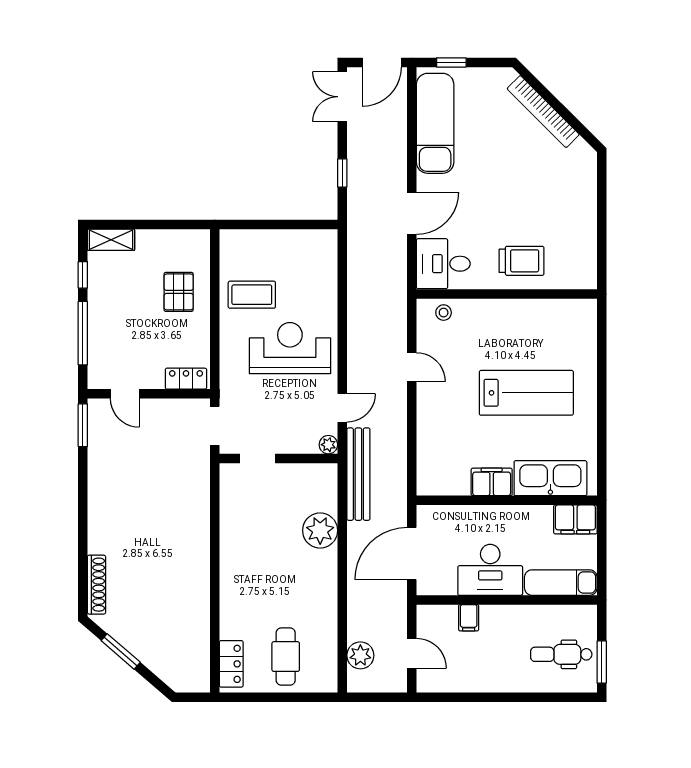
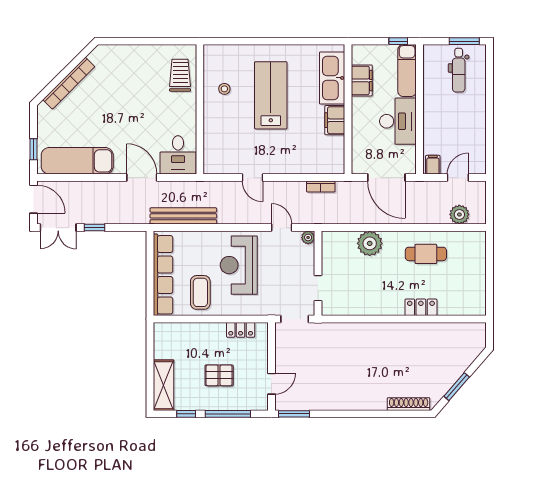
window: (342, 173) -> (94, 228), moved
shelving: (111, 240) -> (163, 385), width x1.50, depth x1.33
row of seats: (276, 243) -> (163, 275), added
trolley: (521, 261) -> (180, 75), moved
pallet: (179, 292) -> (219, 375), moved
stool: (444, 313) -> (224, 89), moved
door: (412, 367) -> (252, 178), swing flipped
locker: (186, 379) -> (241, 330), moved, turned -90
bookcase: (399, 462) -> (321, 187), added
bench: (358, 474) -> (183, 216), moved
filing cabinet: (575, 519) -> (362, 80), moved
window: (602, 570) -> (398, 41), added
filing cabinet: (469, 618) -> (433, 165), moved, turned -90
cafe table: (286, 657) -> (426, 254), moved
locker: (231, 664) -> (421, 307), moved

